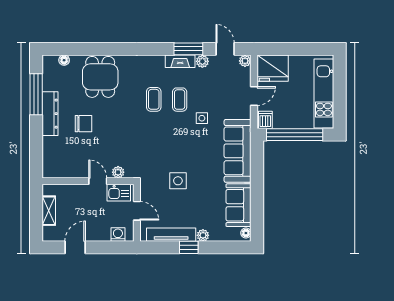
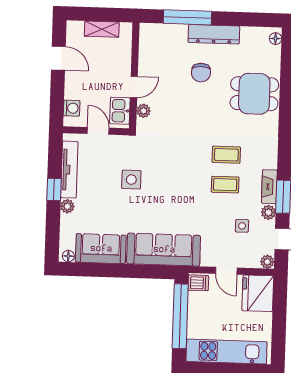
floor lamp: (64, 60) -> (275, 39), moved
window: (36, 94) -> (187, 17), moved
side table: (202, 118) -> (242, 226), moved
door: (137, 211) -> (98, 131), swing flipped

